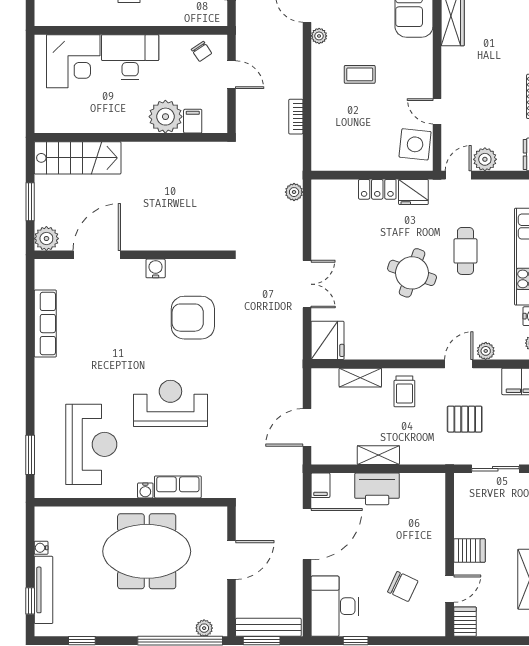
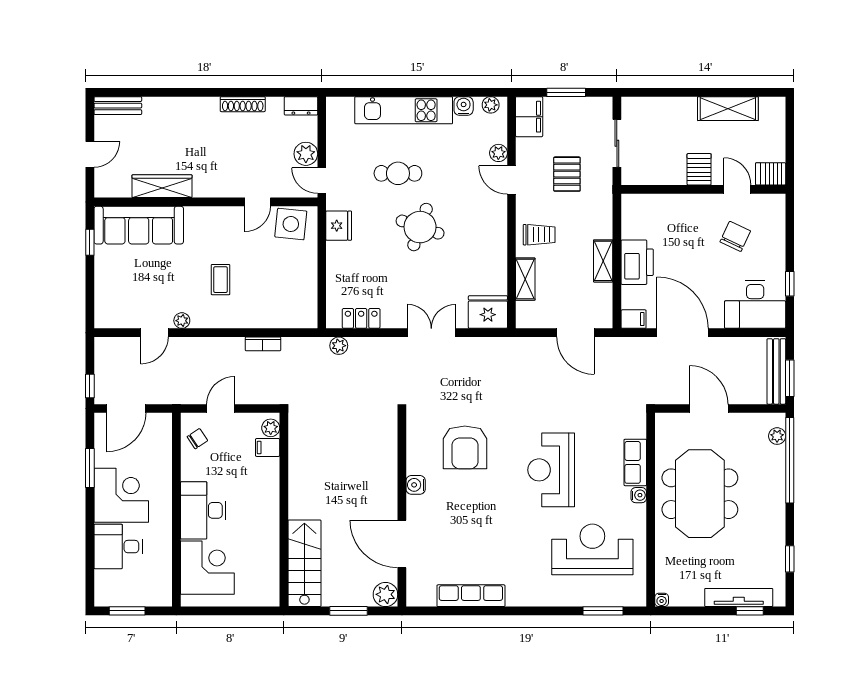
plant: (165, 117) -> (271, 428), moved, width x0.53, depth x0.53
locker: (377, 189) -> (361, 318), moved, turned -90
water cooler: (41, 548) -> (662, 600), moved

